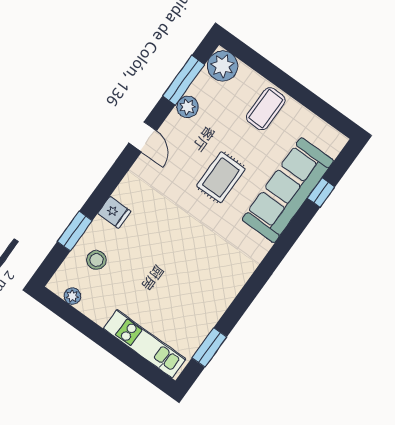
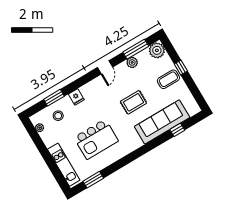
window: (279, 78) -> (181, 68), added
kitchen island: (183, 273) -> (96, 139), added

